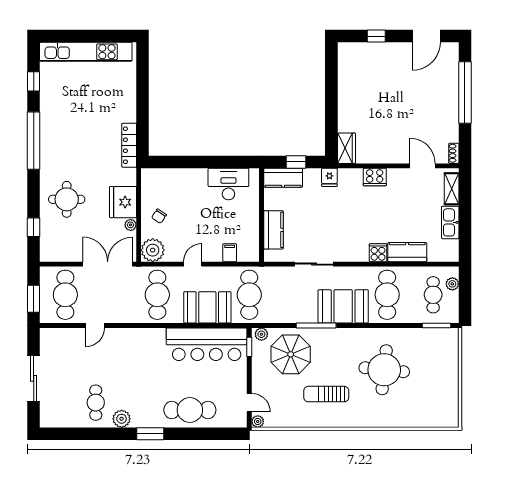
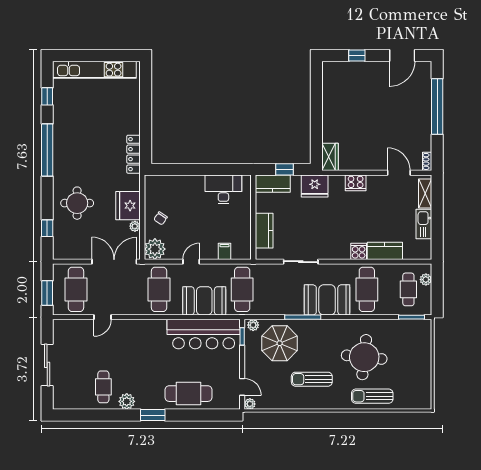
fridge: (329, 177) -> (315, 186), width x1.88, depth x1.34
sun lounger: (393, 413) -> (372, 396), added

